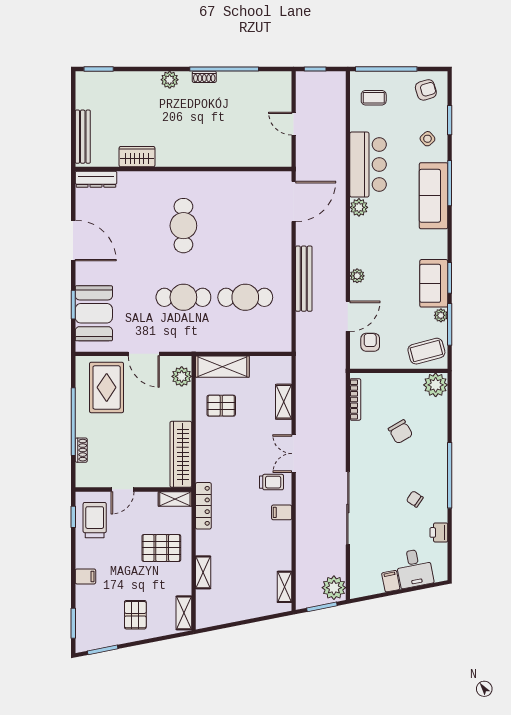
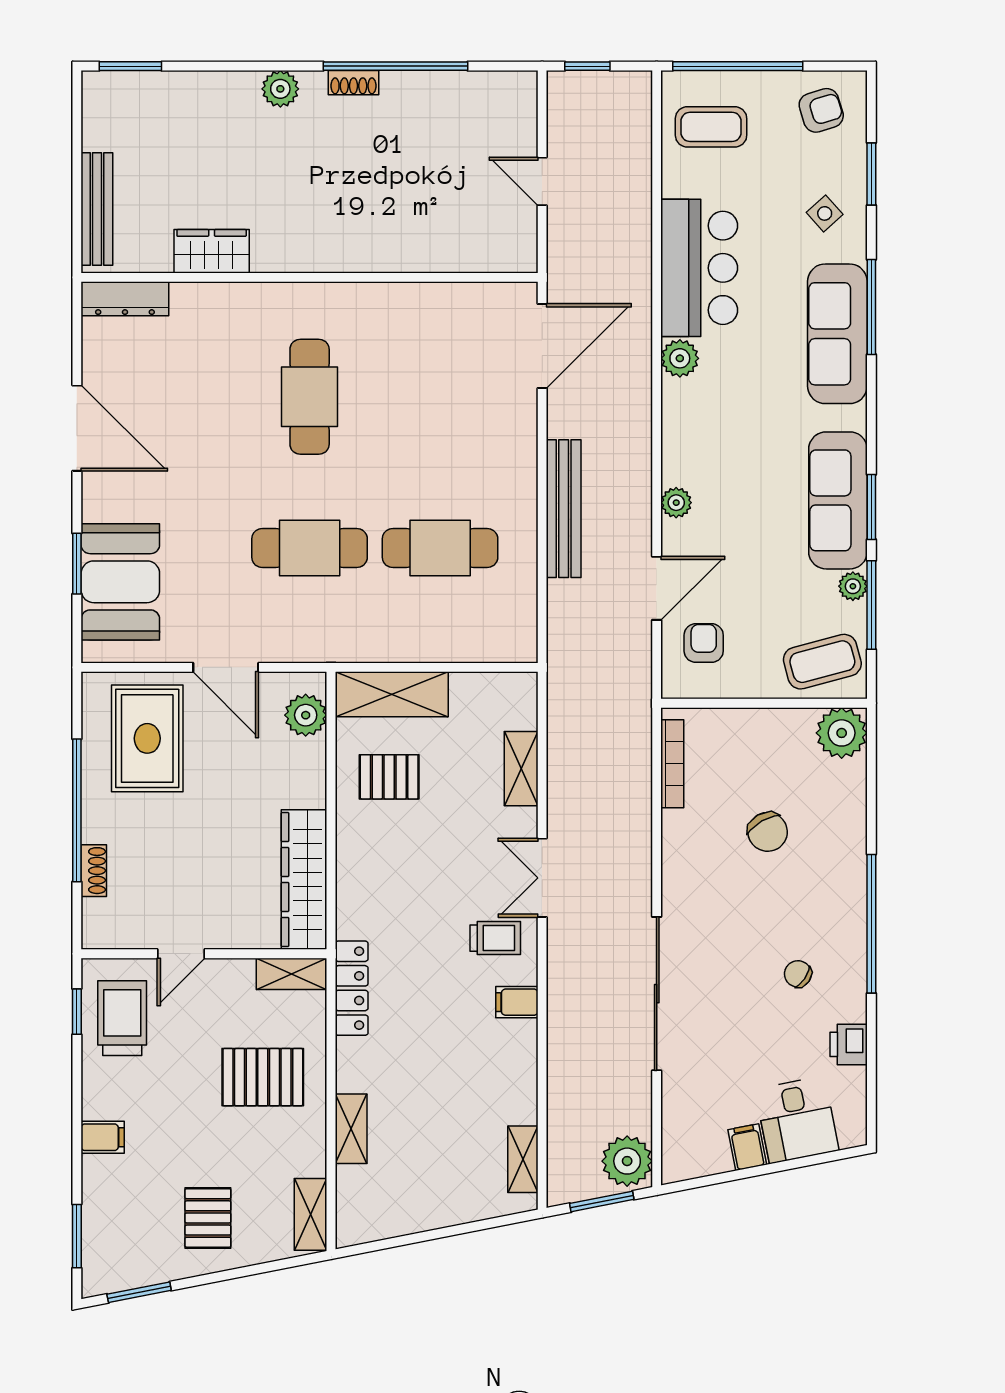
coffee table: (374, 98) -> (711, 127), width x1.36, depth x1.30
sofa: (434, 283) -> (838, 500), width x1.36

